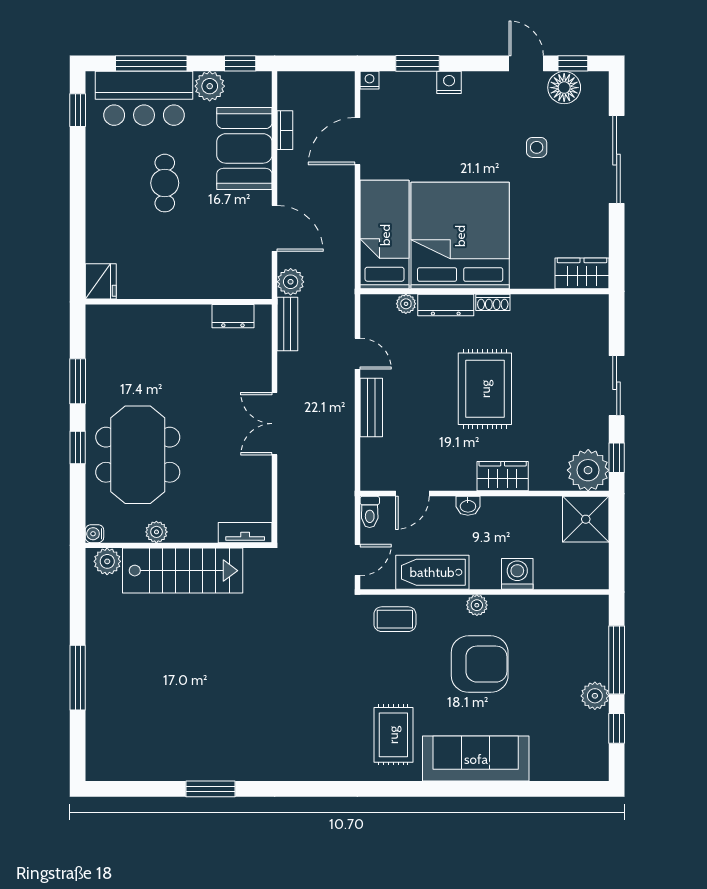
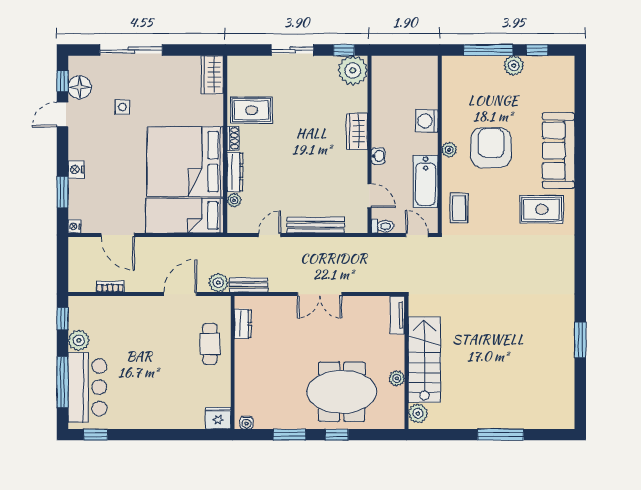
booth: (244, 148) -> (123, 316), removed
cafe table: (165, 183) -> (210, 344), moved, turned 90
rug: (485, 389) -> (251, 110), moved, width x0.73, depth x0.70
bench: (371, 407) -> (316, 225), width x1.36
shower: (586, 519) -> (388, 72), removed
water cooler: (94, 534) -> (246, 423), moved

